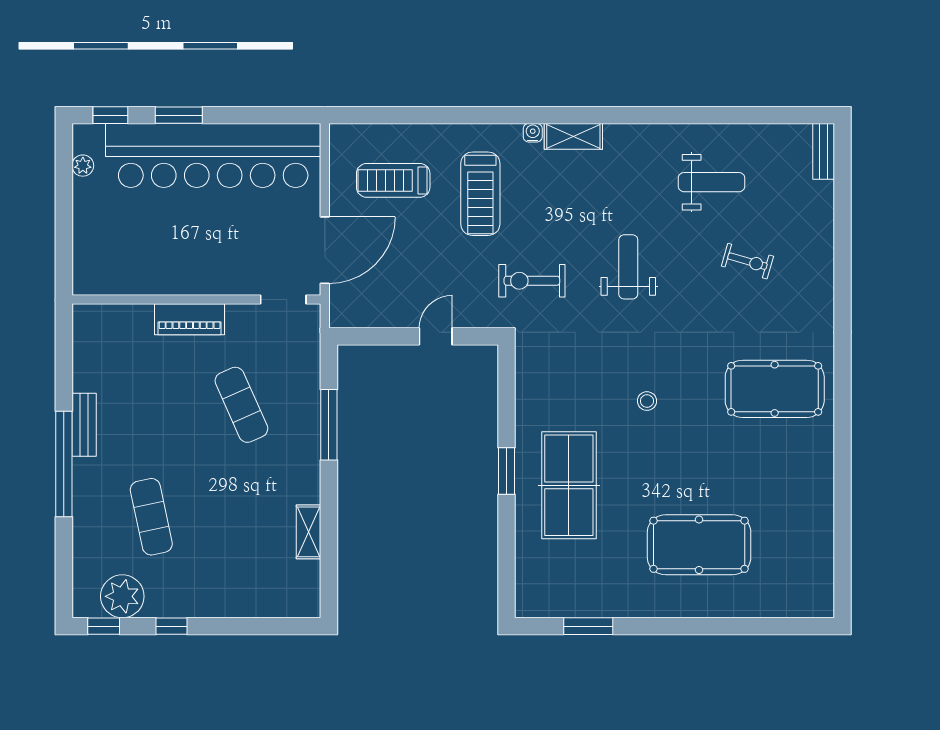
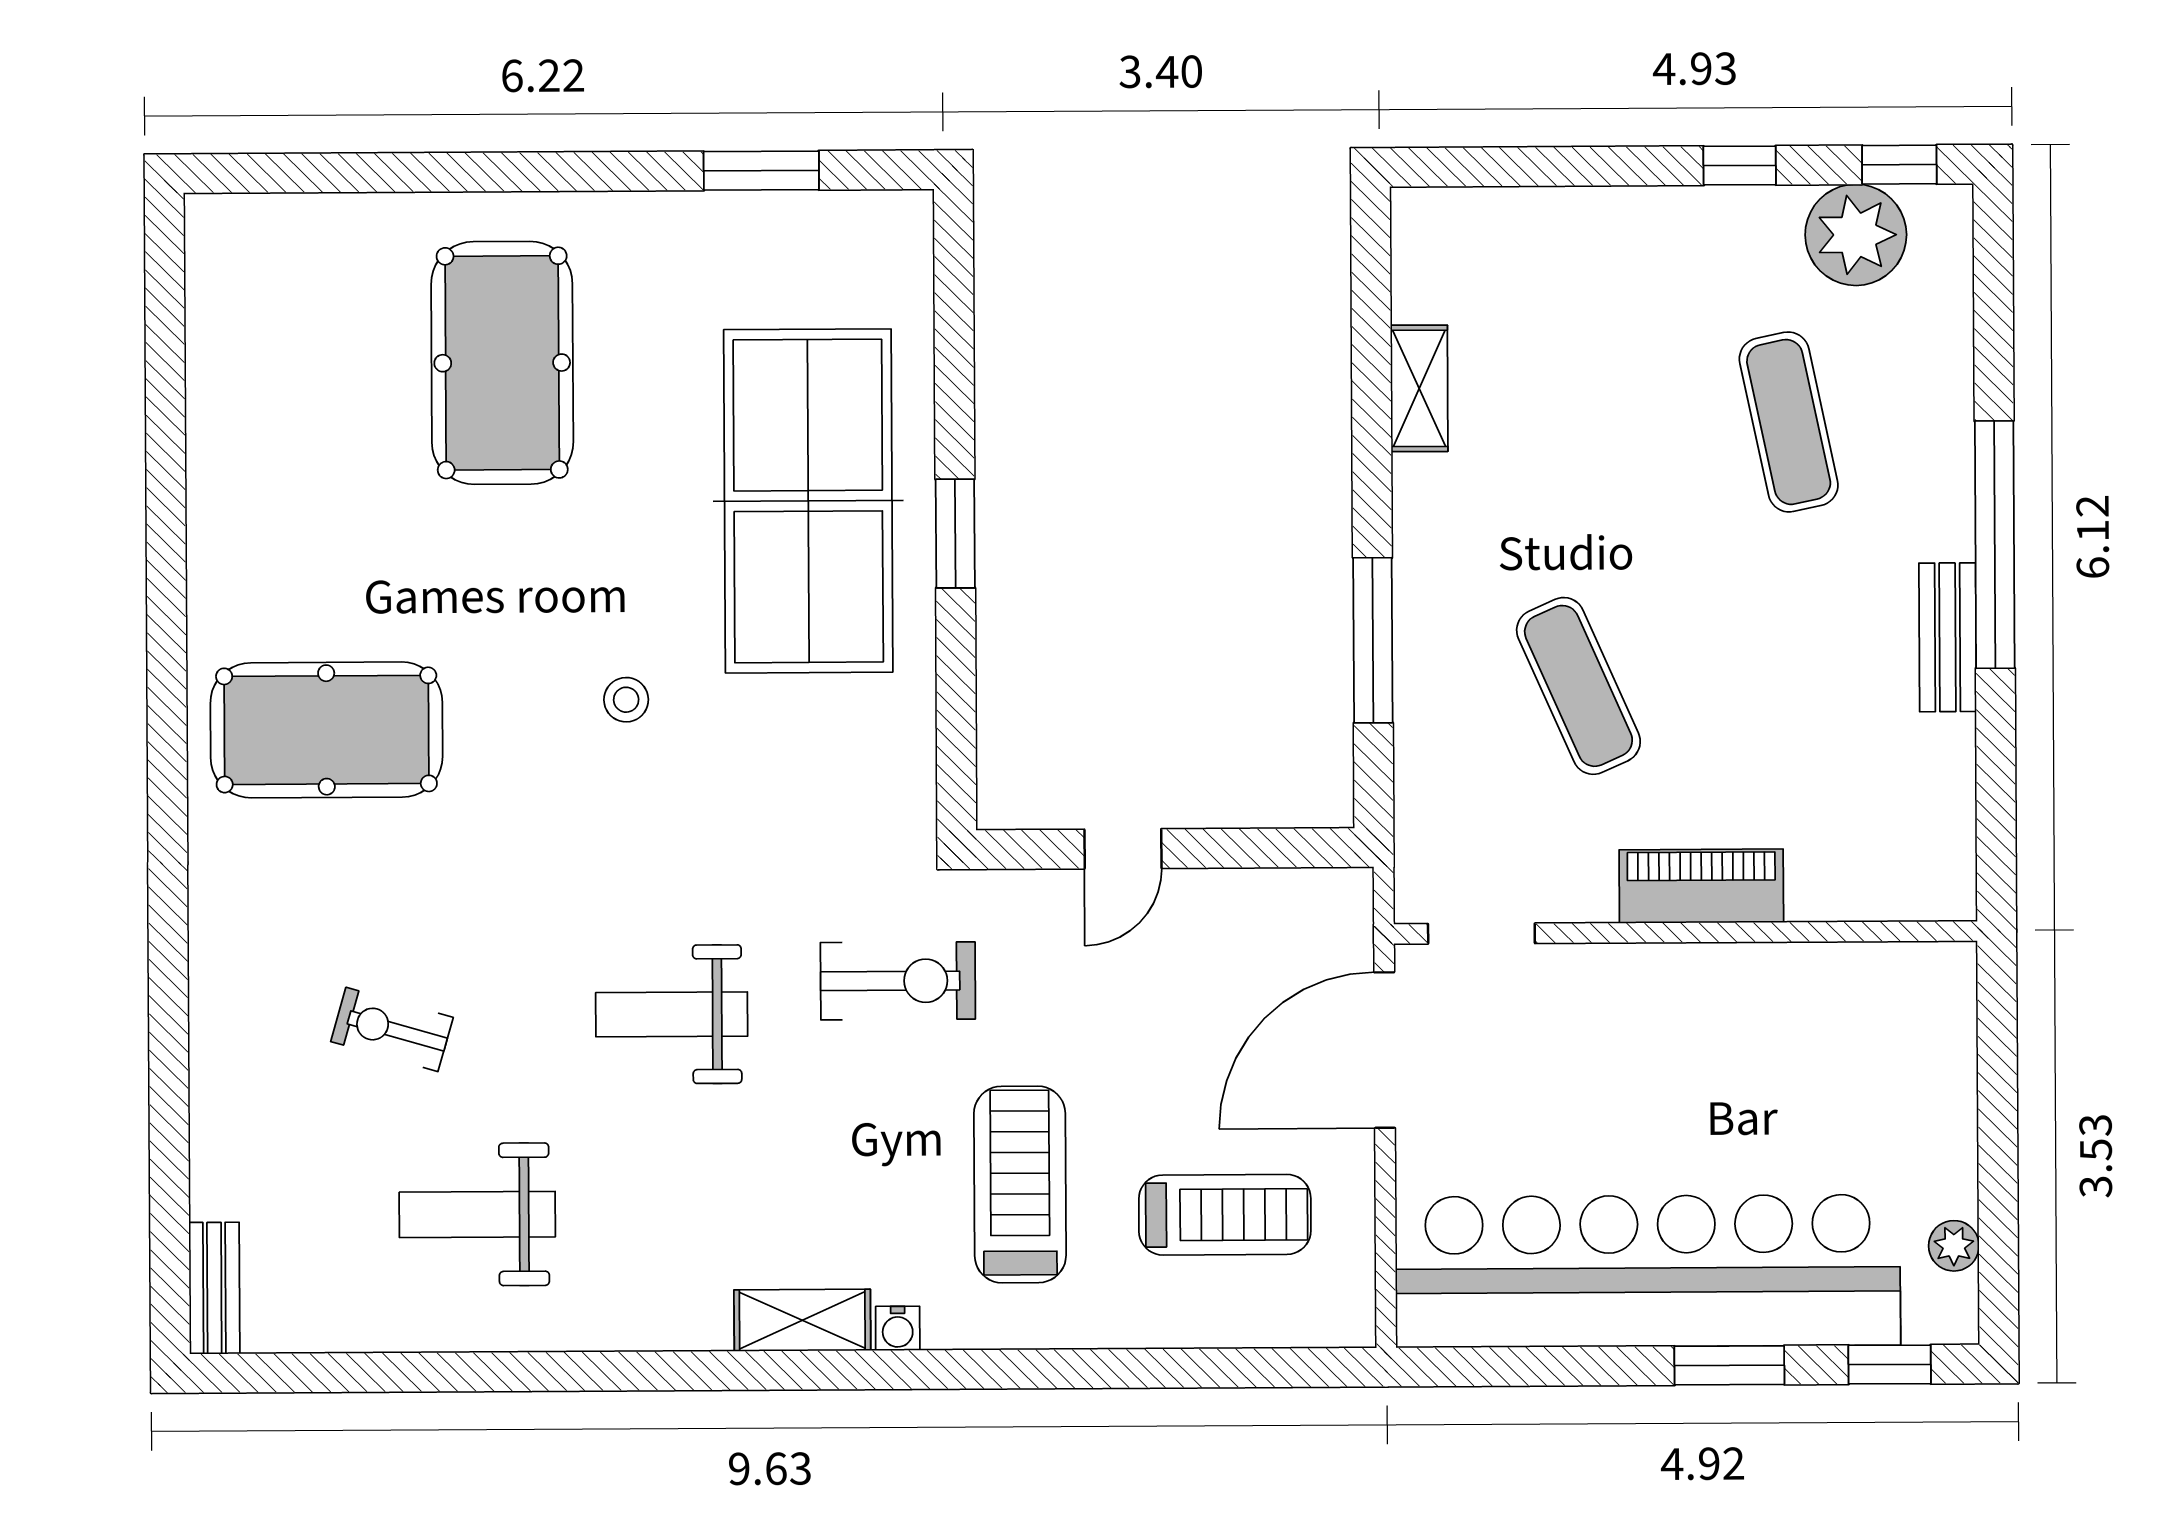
weight bench: (628, 267) -> (672, 1014), turned 90
table tennis table: (569, 485) -> (808, 501), width x1.36, depth x1.32
pool table: (699, 545) -> (502, 363), turned 90

